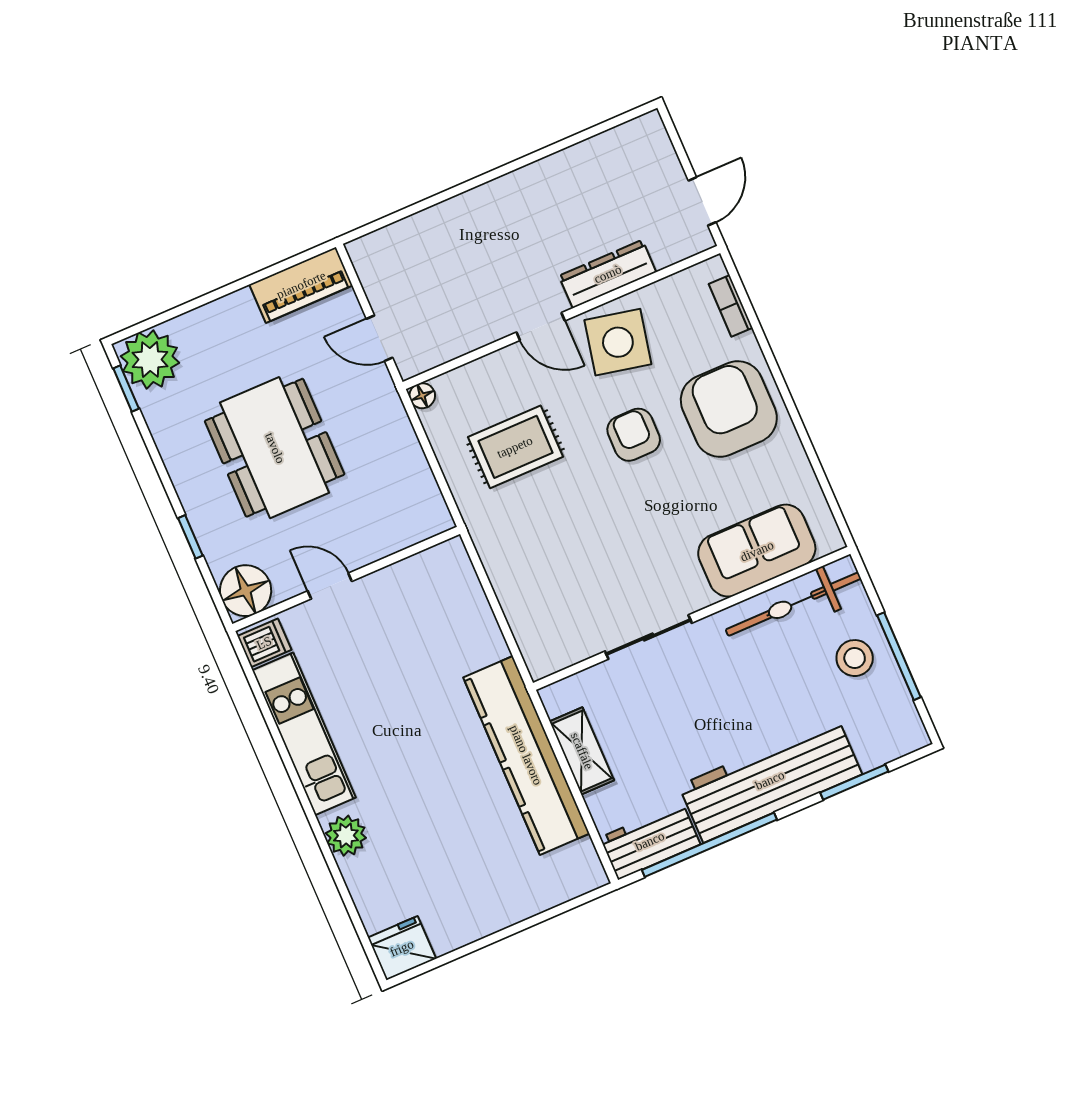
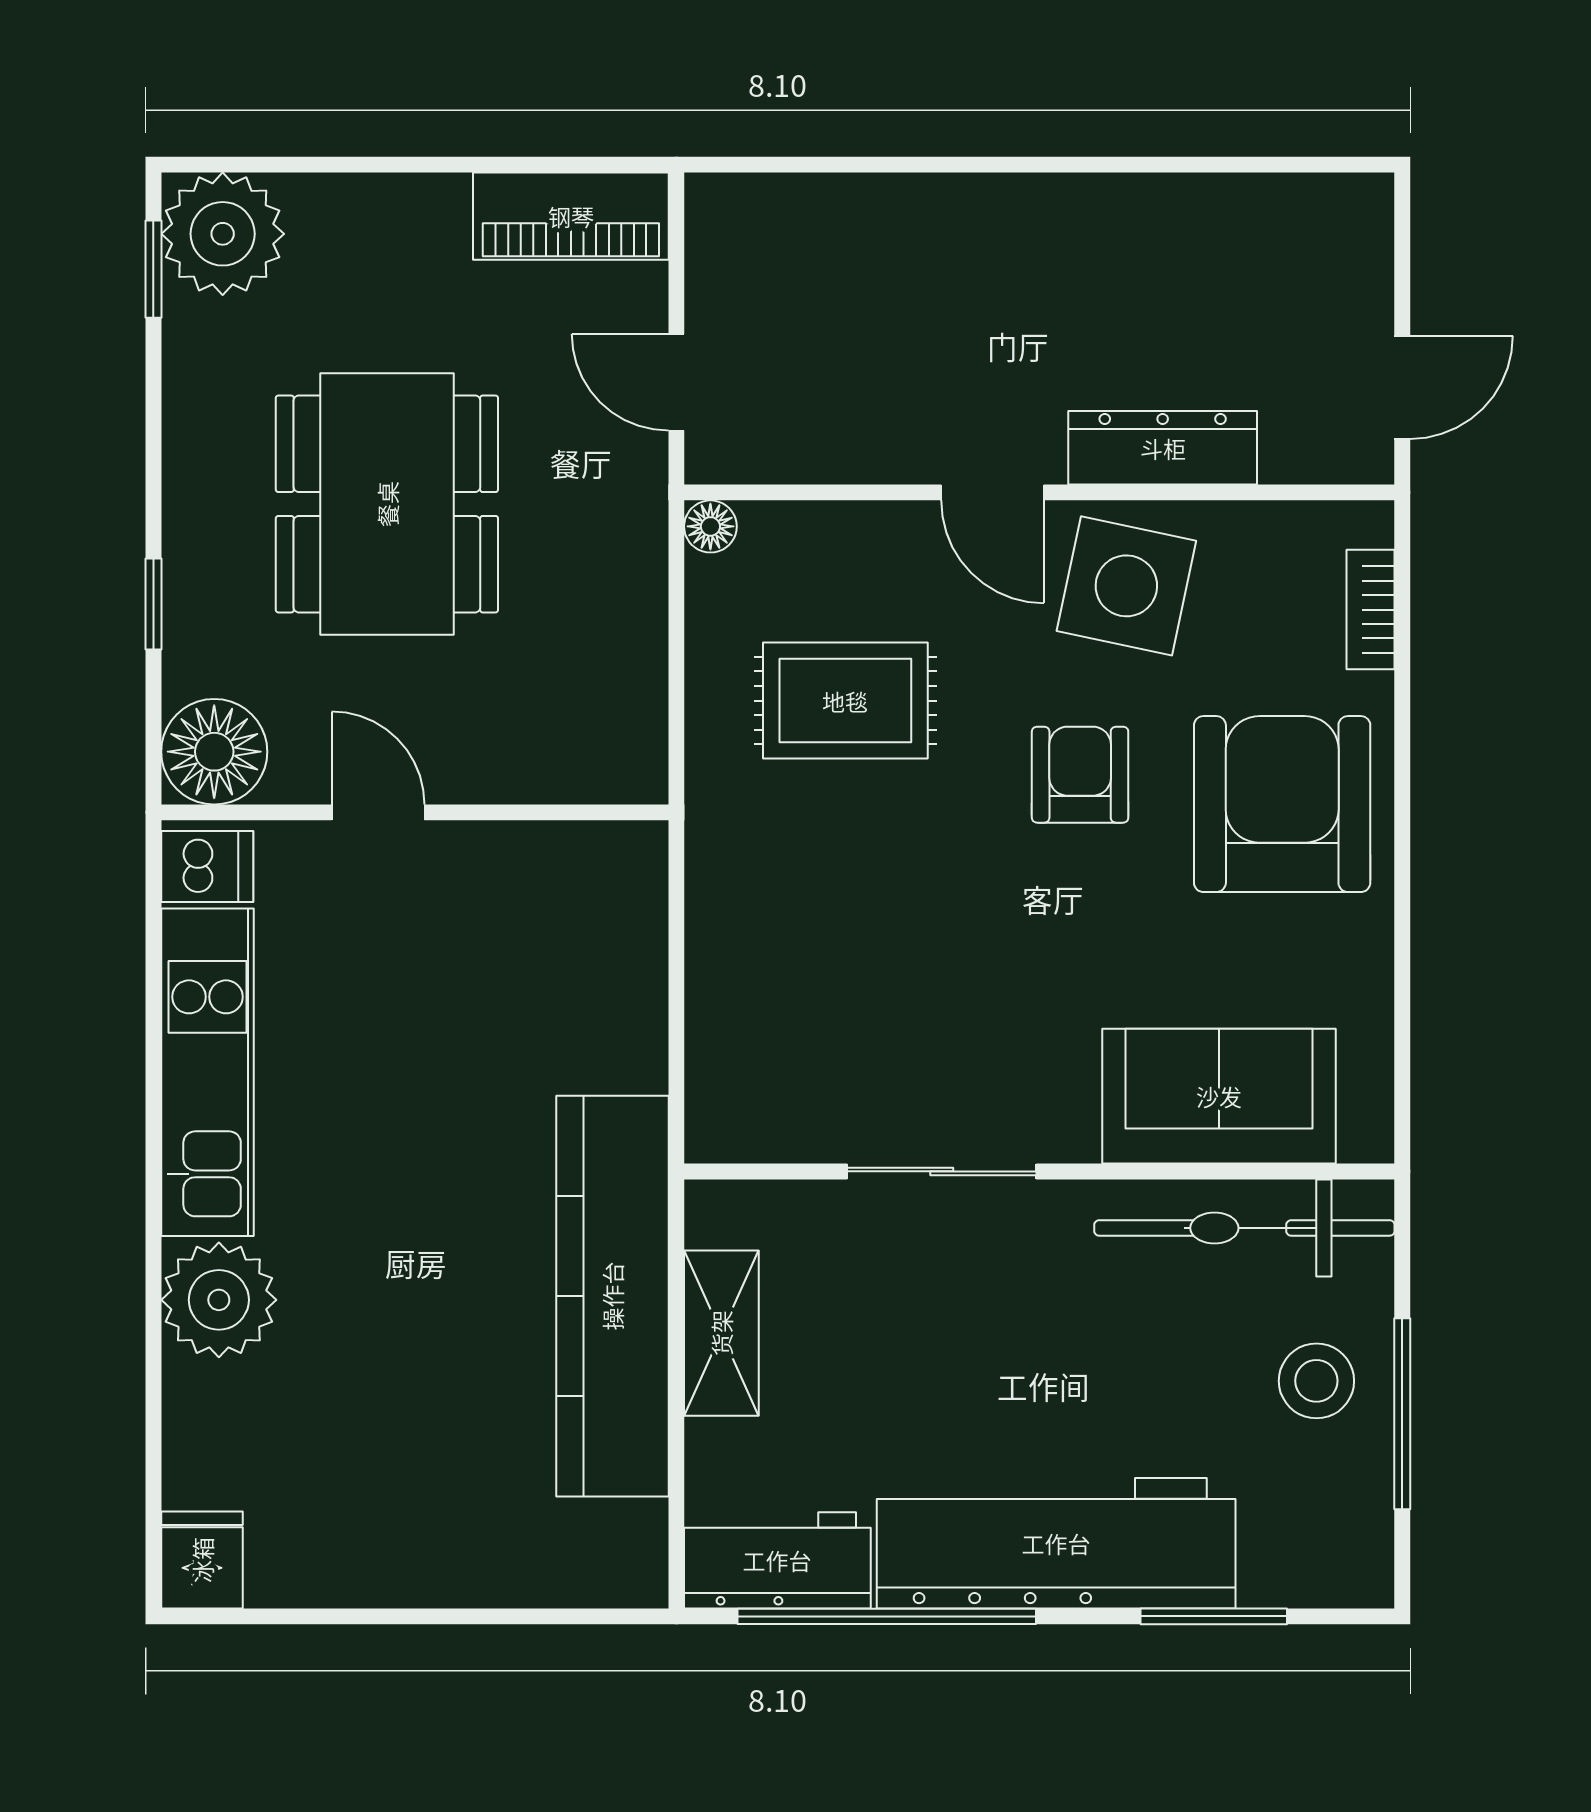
plant: (346, 836) -> (219, 1300), width x1.36, depth x1.36
fridge: (402, 948) -> (202, 1560), width x0.72

